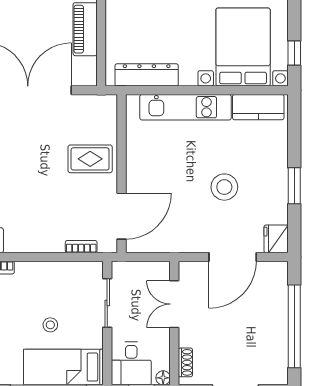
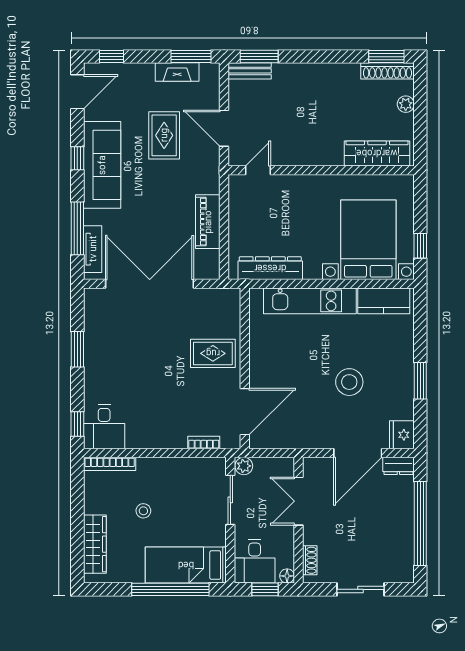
plant: (121, 270) -> (244, 466), added
dresser: (273, 270) -> (398, 466), added
stool: (50, 325) -> (143, 511), moved

